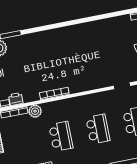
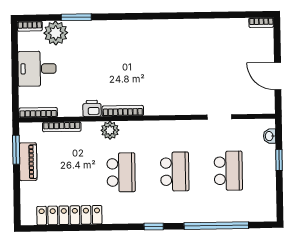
printer: (16, 99) -> (92, 108), moved
plant: (35, 111) -> (110, 130), moved

